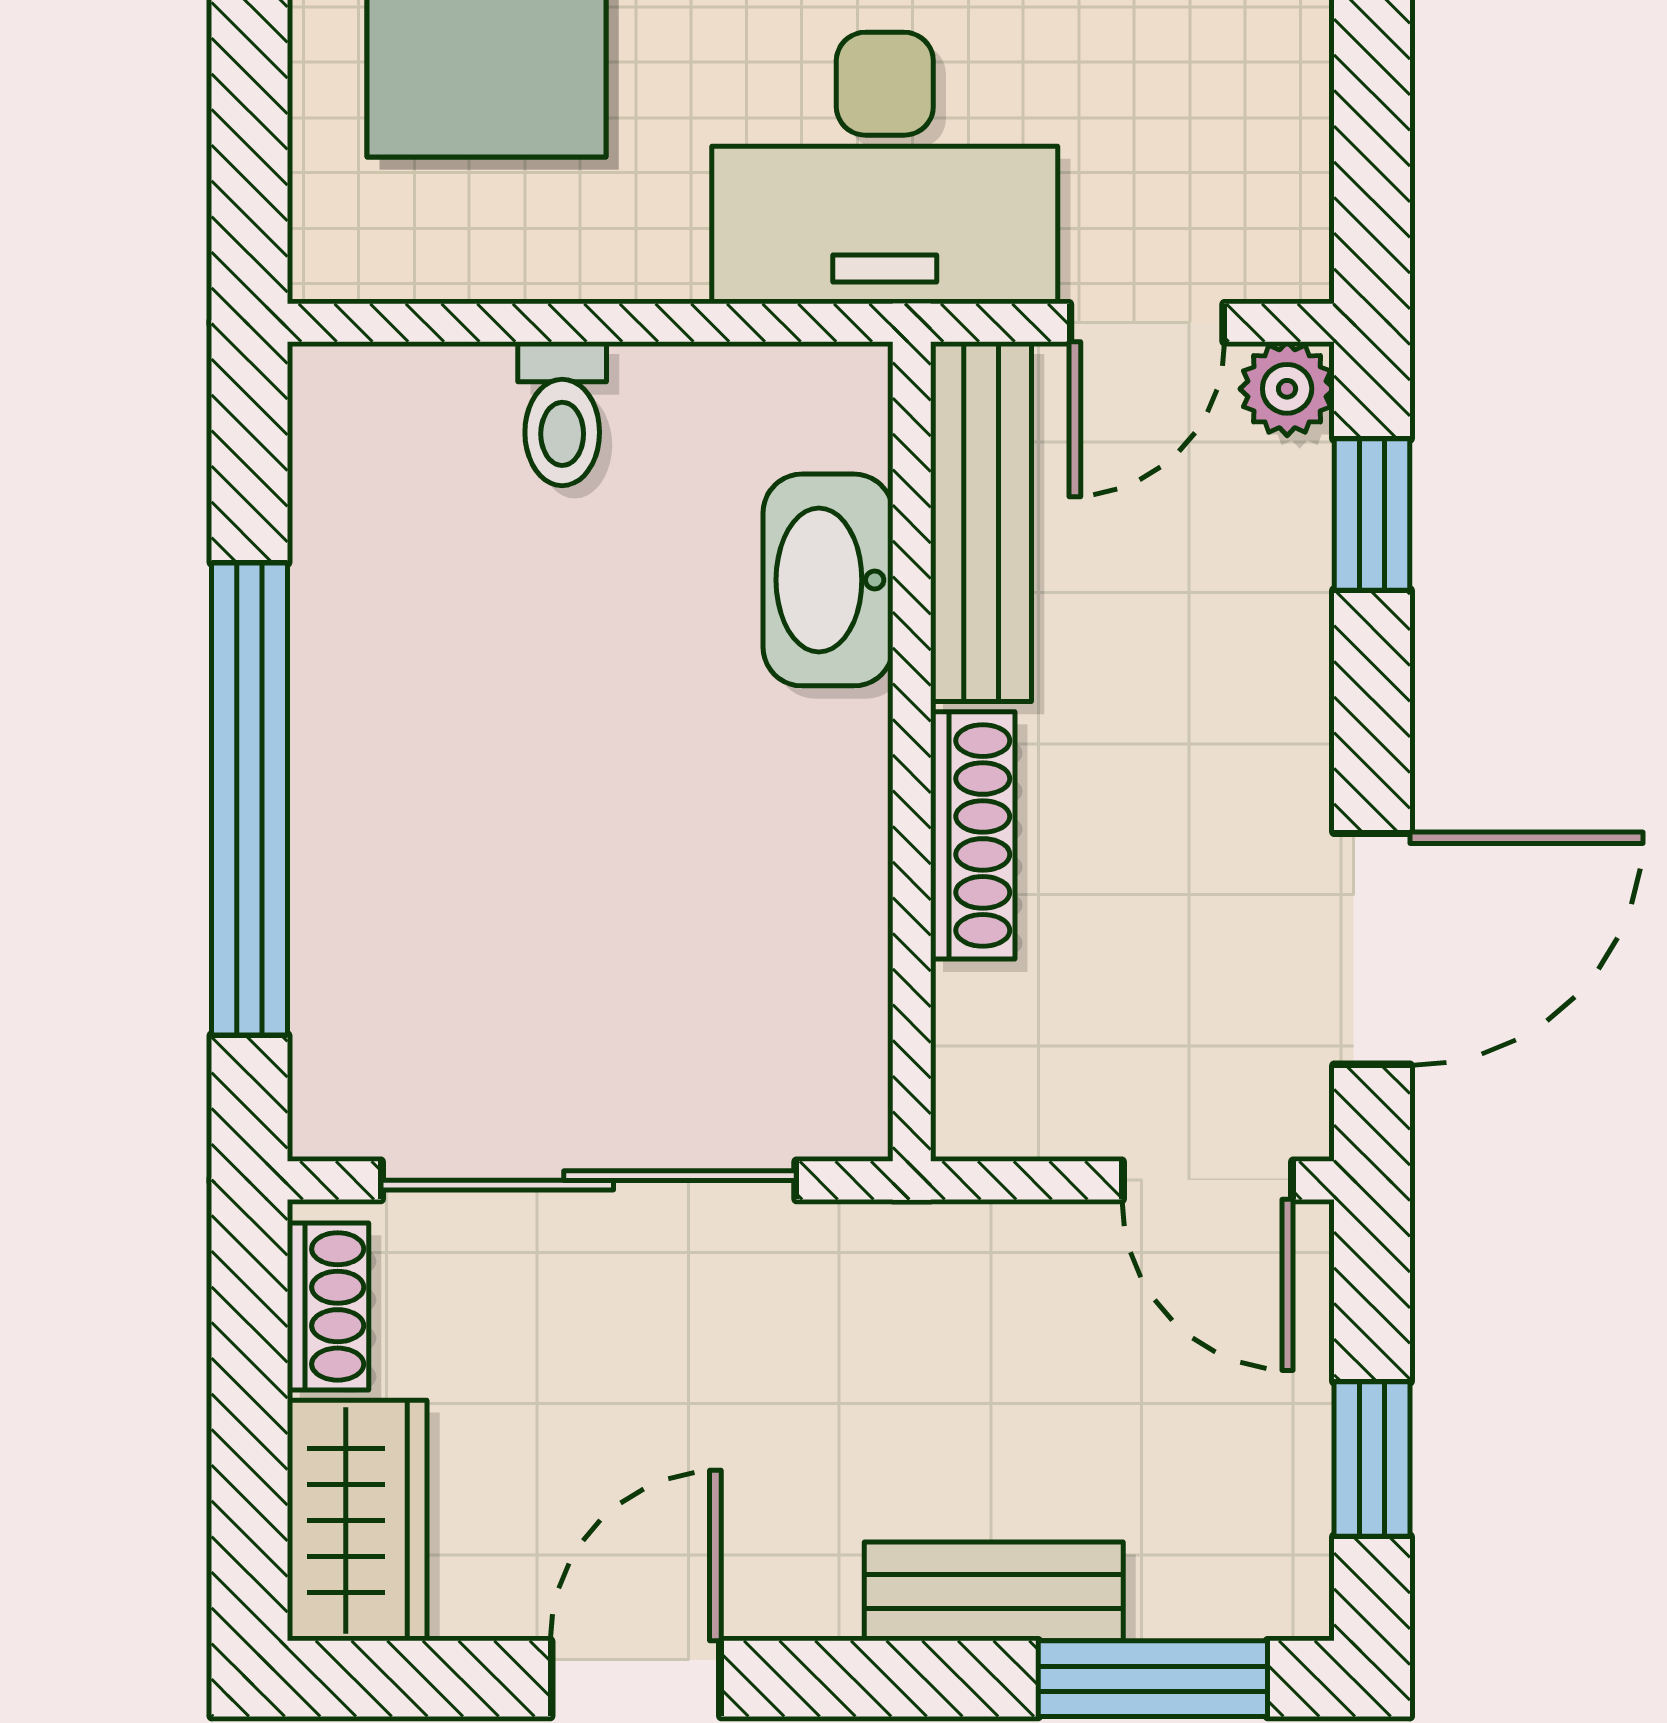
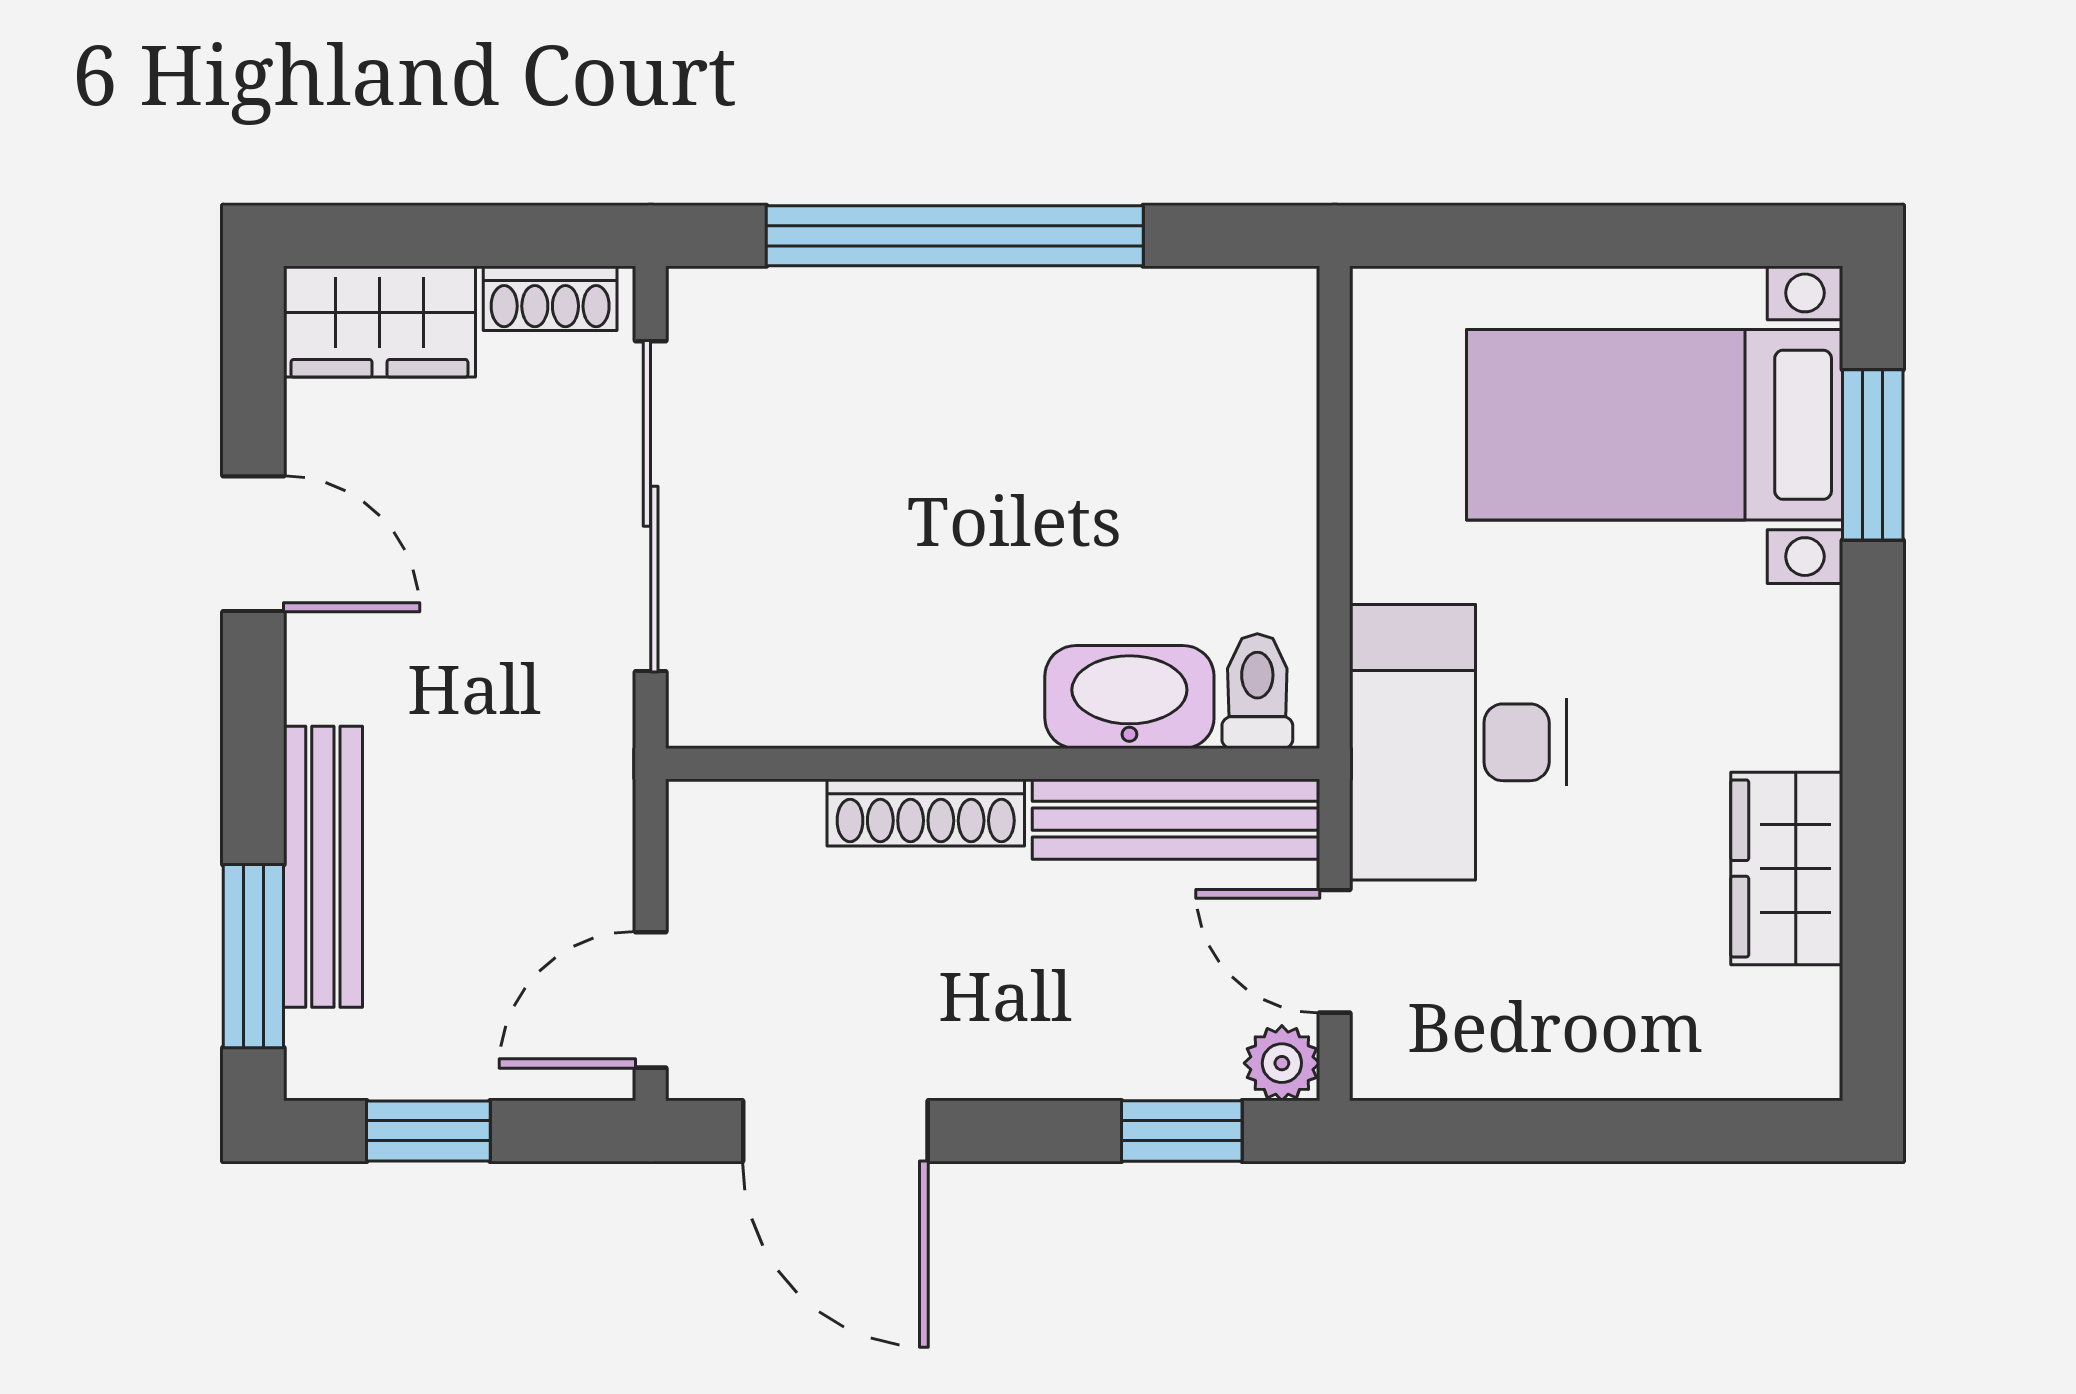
toilet: (562, 414) -> (1257, 691), moved, turned 90
bench: (994, 1591) -> (323, 867), width x1.36

